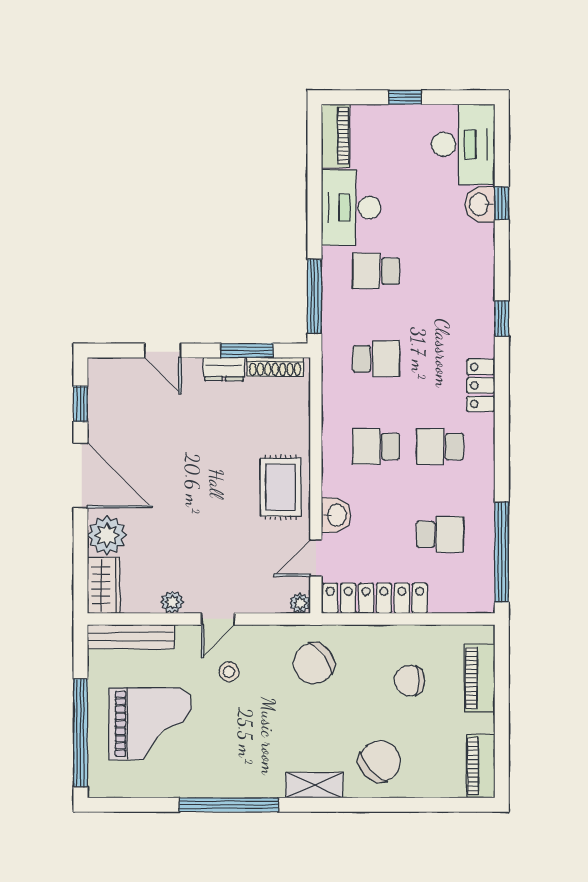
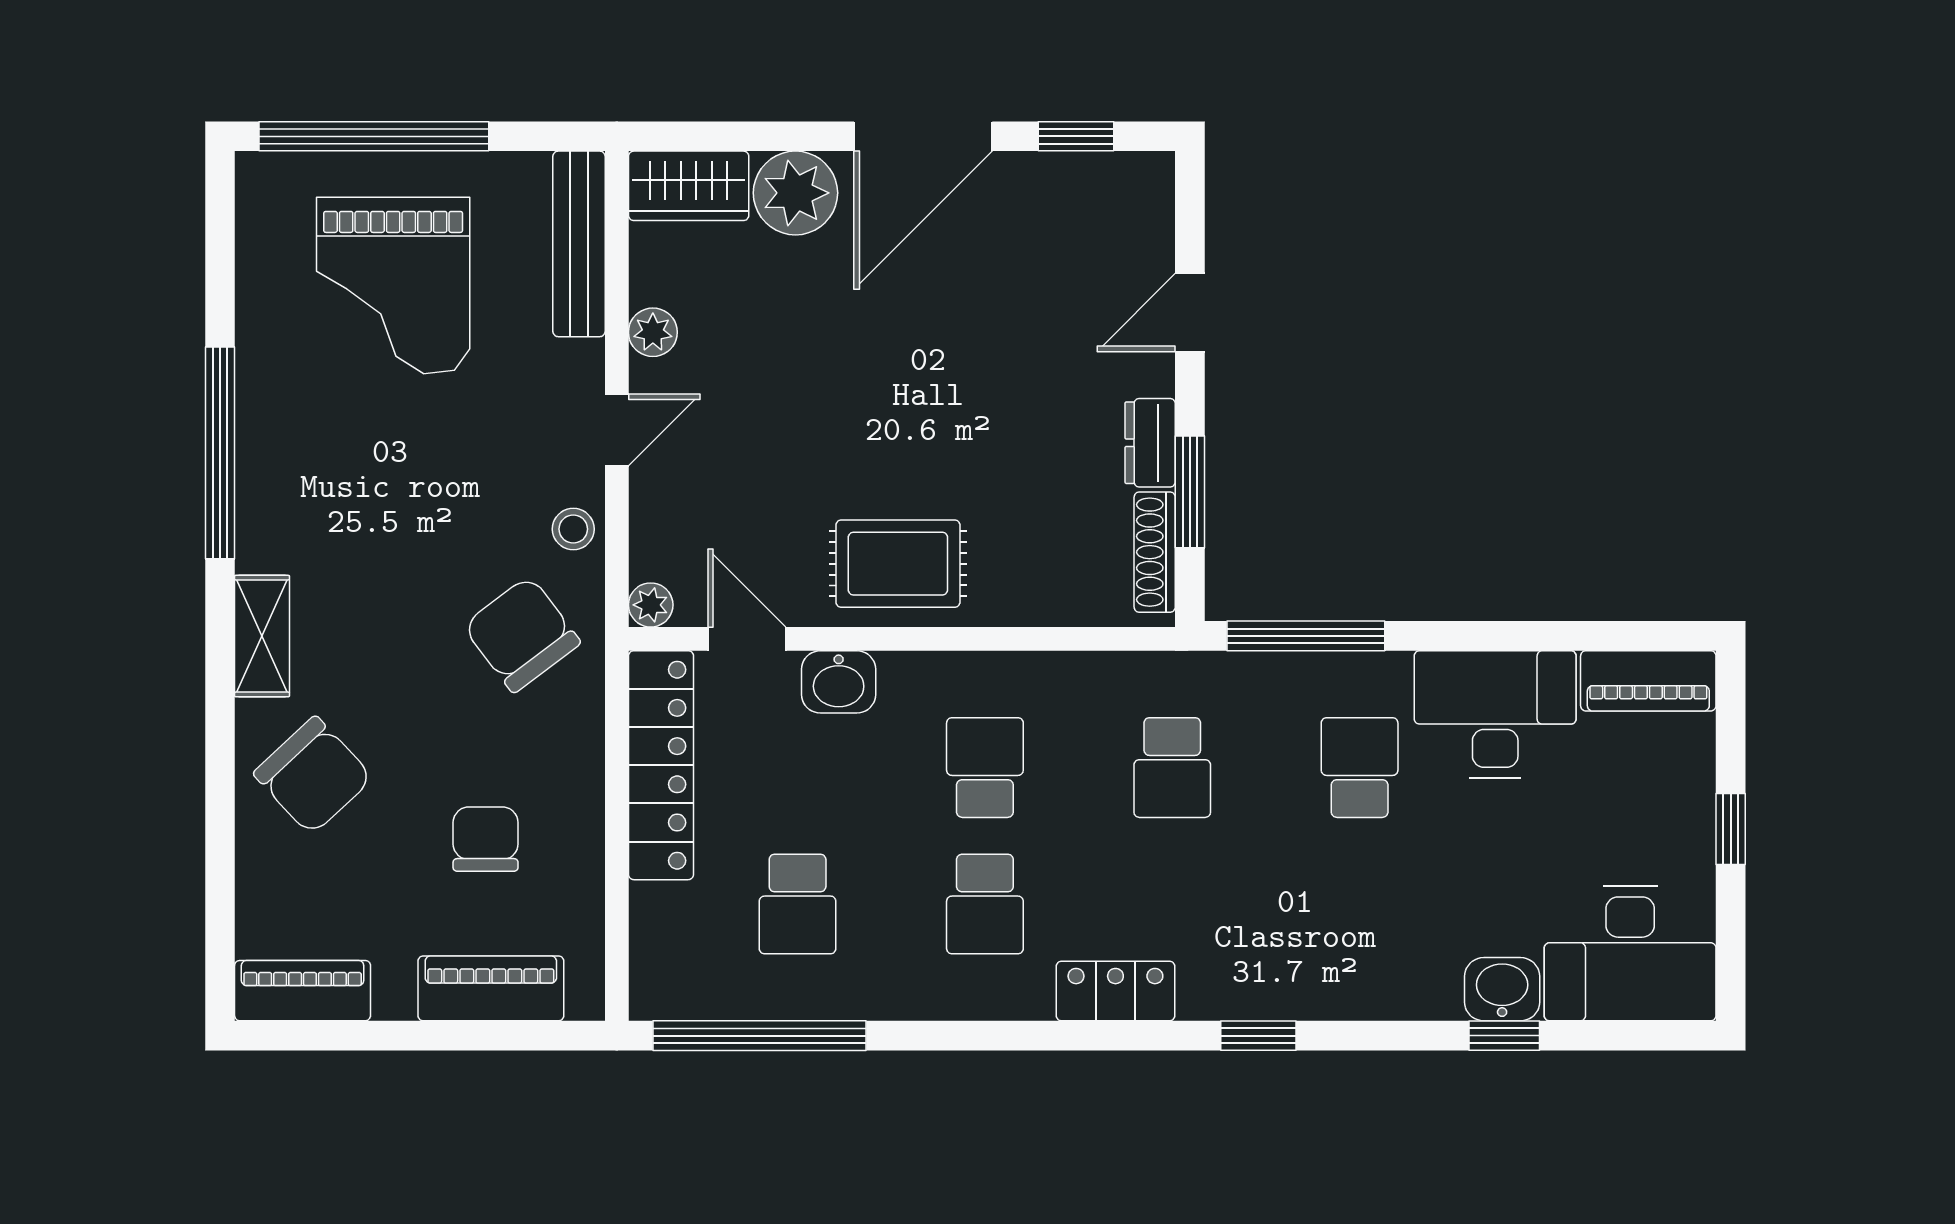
school desk: (440, 447) -> (985, 904), turned 180
door: (218, 619) -> (617, 430), swing flipped
stool: (229, 672) -> (573, 529), moved

